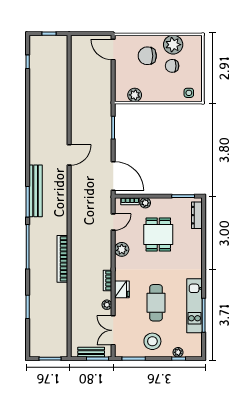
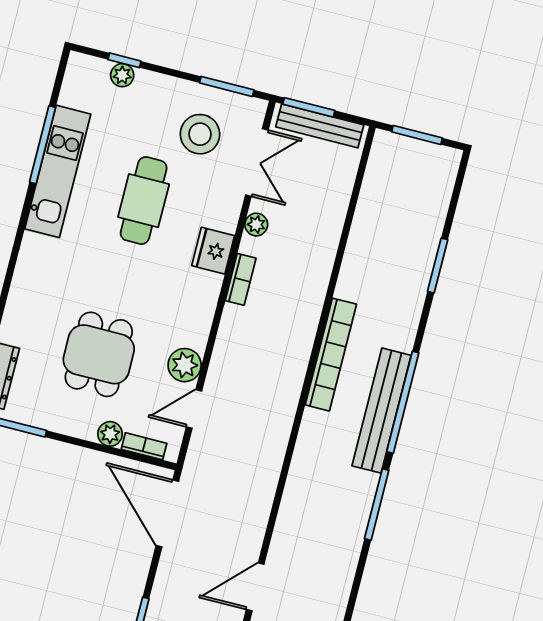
bench: (36, 191) -> (381, 411), moved
plant: (122, 249) -> (185, 365), moved
stool: (152, 341) -> (200, 134), moved
bench: (91, 352) -> (320, 126), width x1.36

